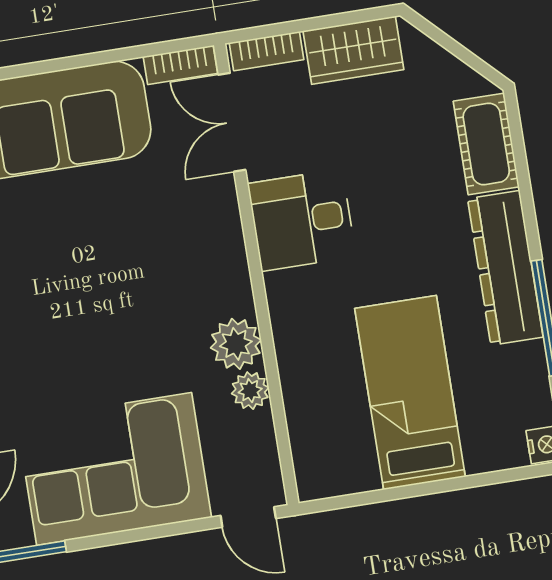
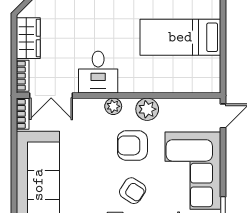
armchair: (149, 324) -> (132, 145), added
armchair: (47, 340) -> (133, 191), added
plant: (250, 391) -> (113, 106), moved

